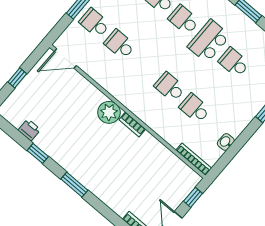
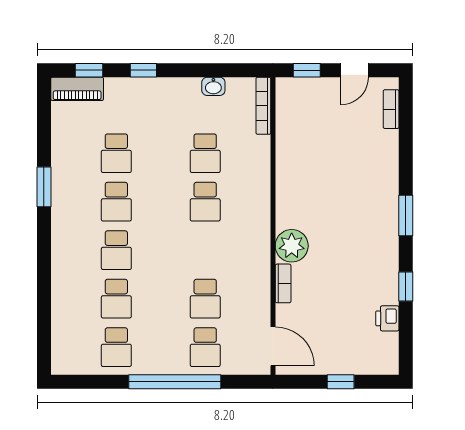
school desk: (209, 41) -> (116, 202), width x0.54
bookcase: (132, 124) -> (283, 283), moved

